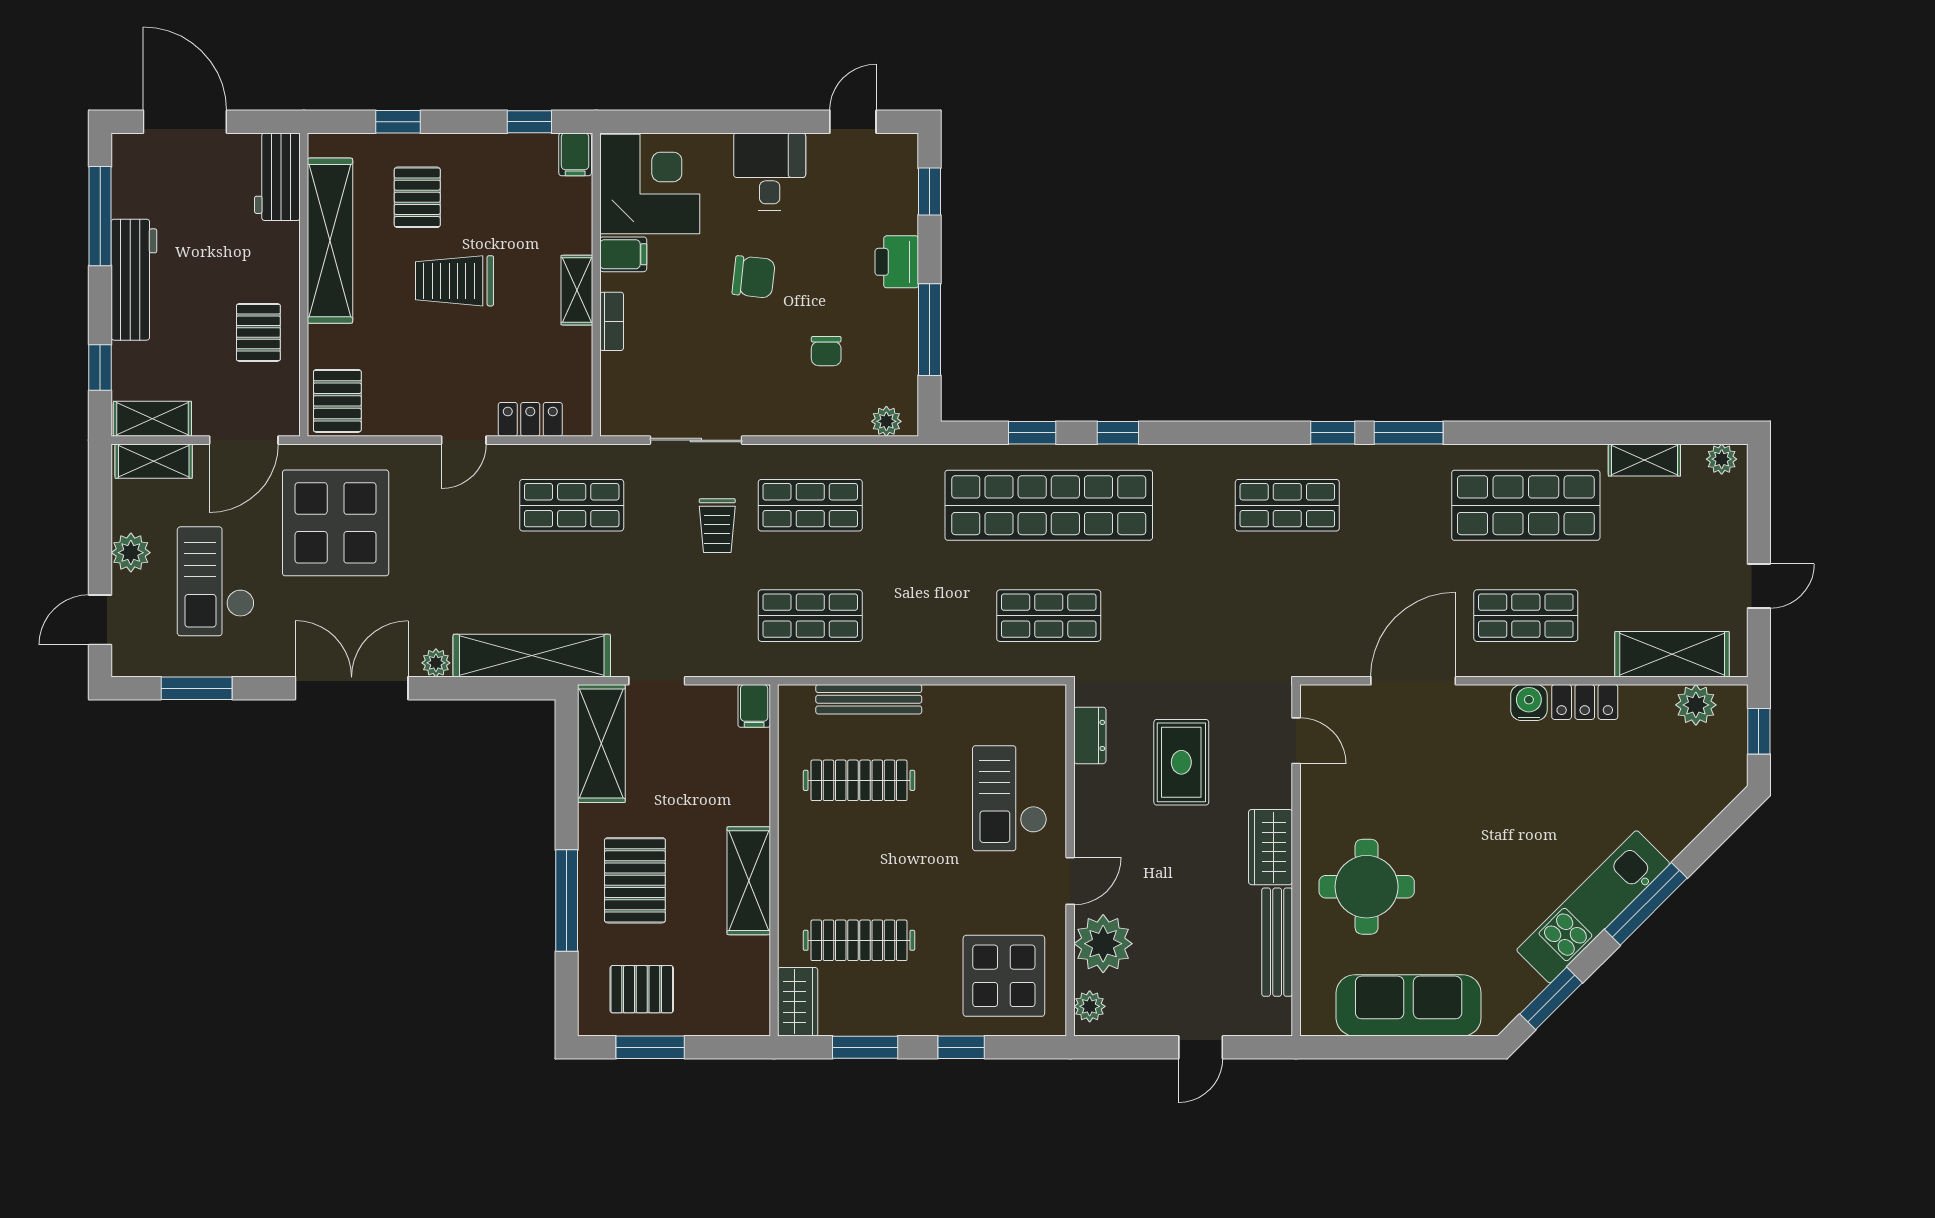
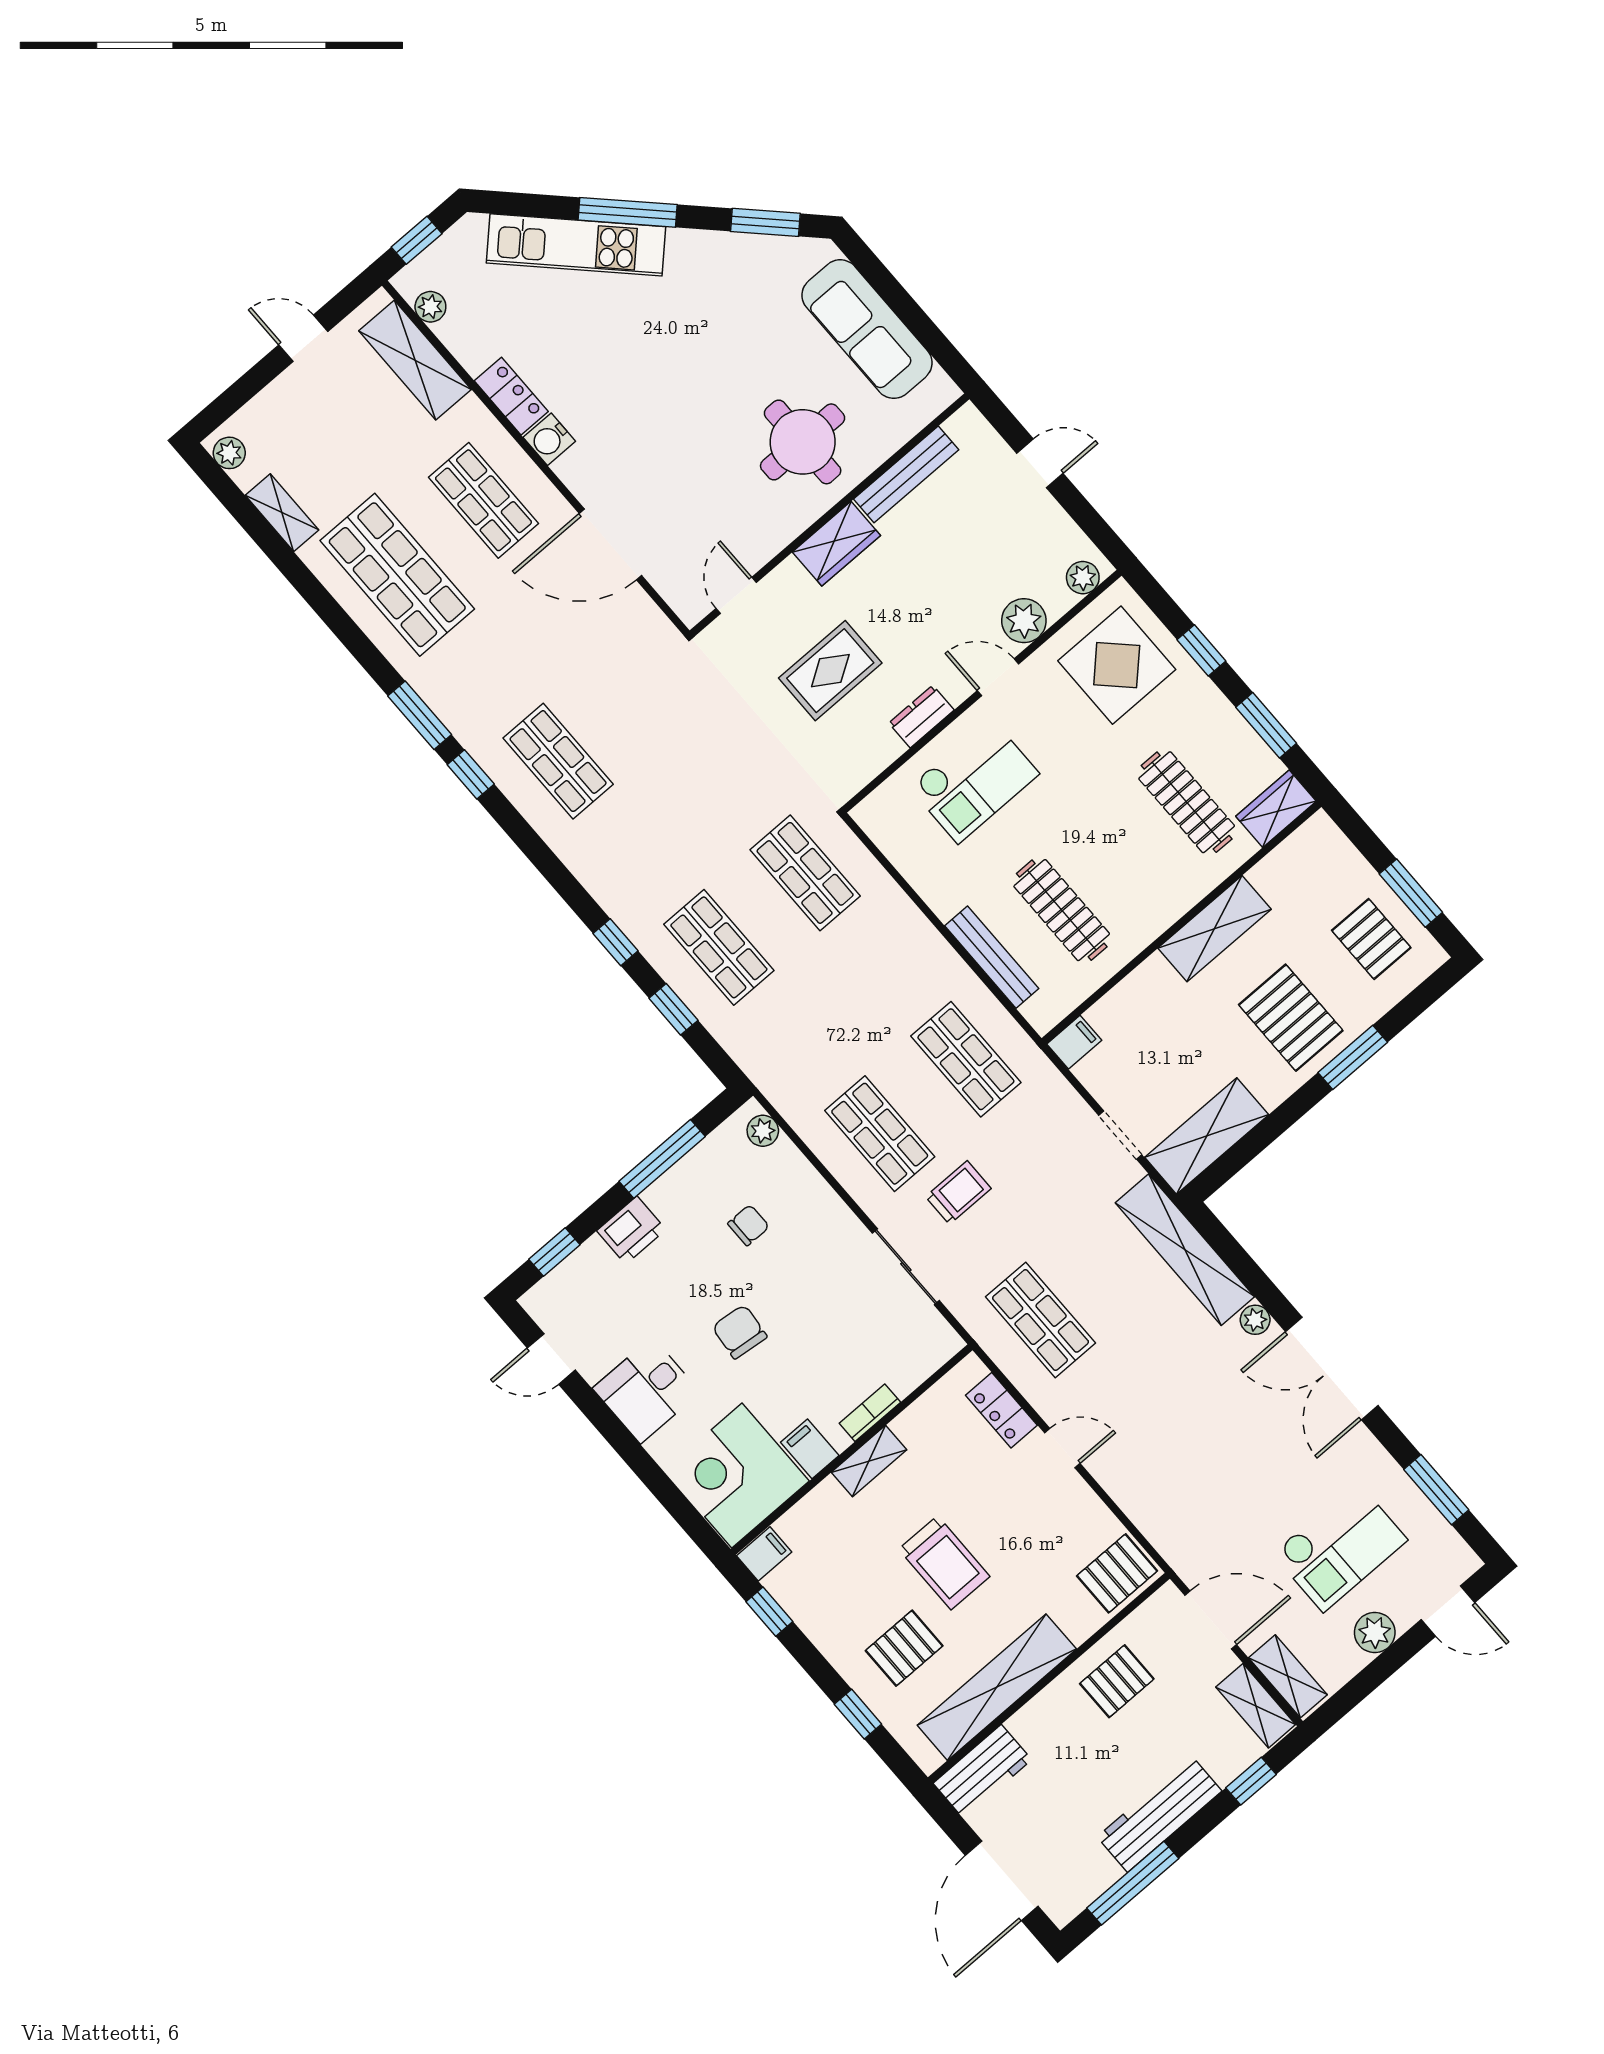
shop shelf: (1049, 505) -> (719, 947), width x0.50, depth x0.74
display table: (336, 523) -> (1214, 1492), removed
plant: (1696, 705) -> (430, 307), width x0.73, depth x0.73
dresser: (1090, 735) -> (921, 717), moved
pallet: (635, 880) -> (1291, 1018), turned 90
window: (567, 901) -> (1353, 1057), width x0.69
kitchen unit: (1593, 907) -> (576, 245), moved
plant: (1103, 944) -> (1024, 621), width x0.73, depth x0.73

